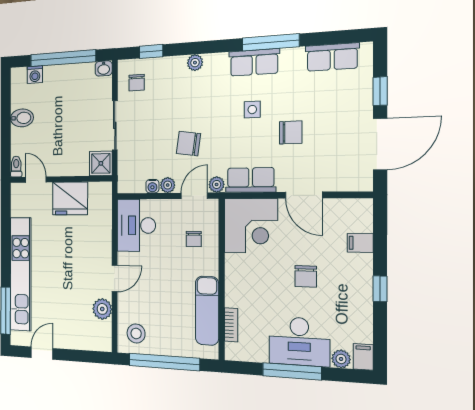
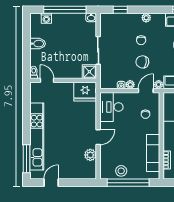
chair: (137, 83) -> (141, 40), moved
fridge: (70, 198) -> (85, 92), moved
stool: (136, 333) -> (121, 171), moved

